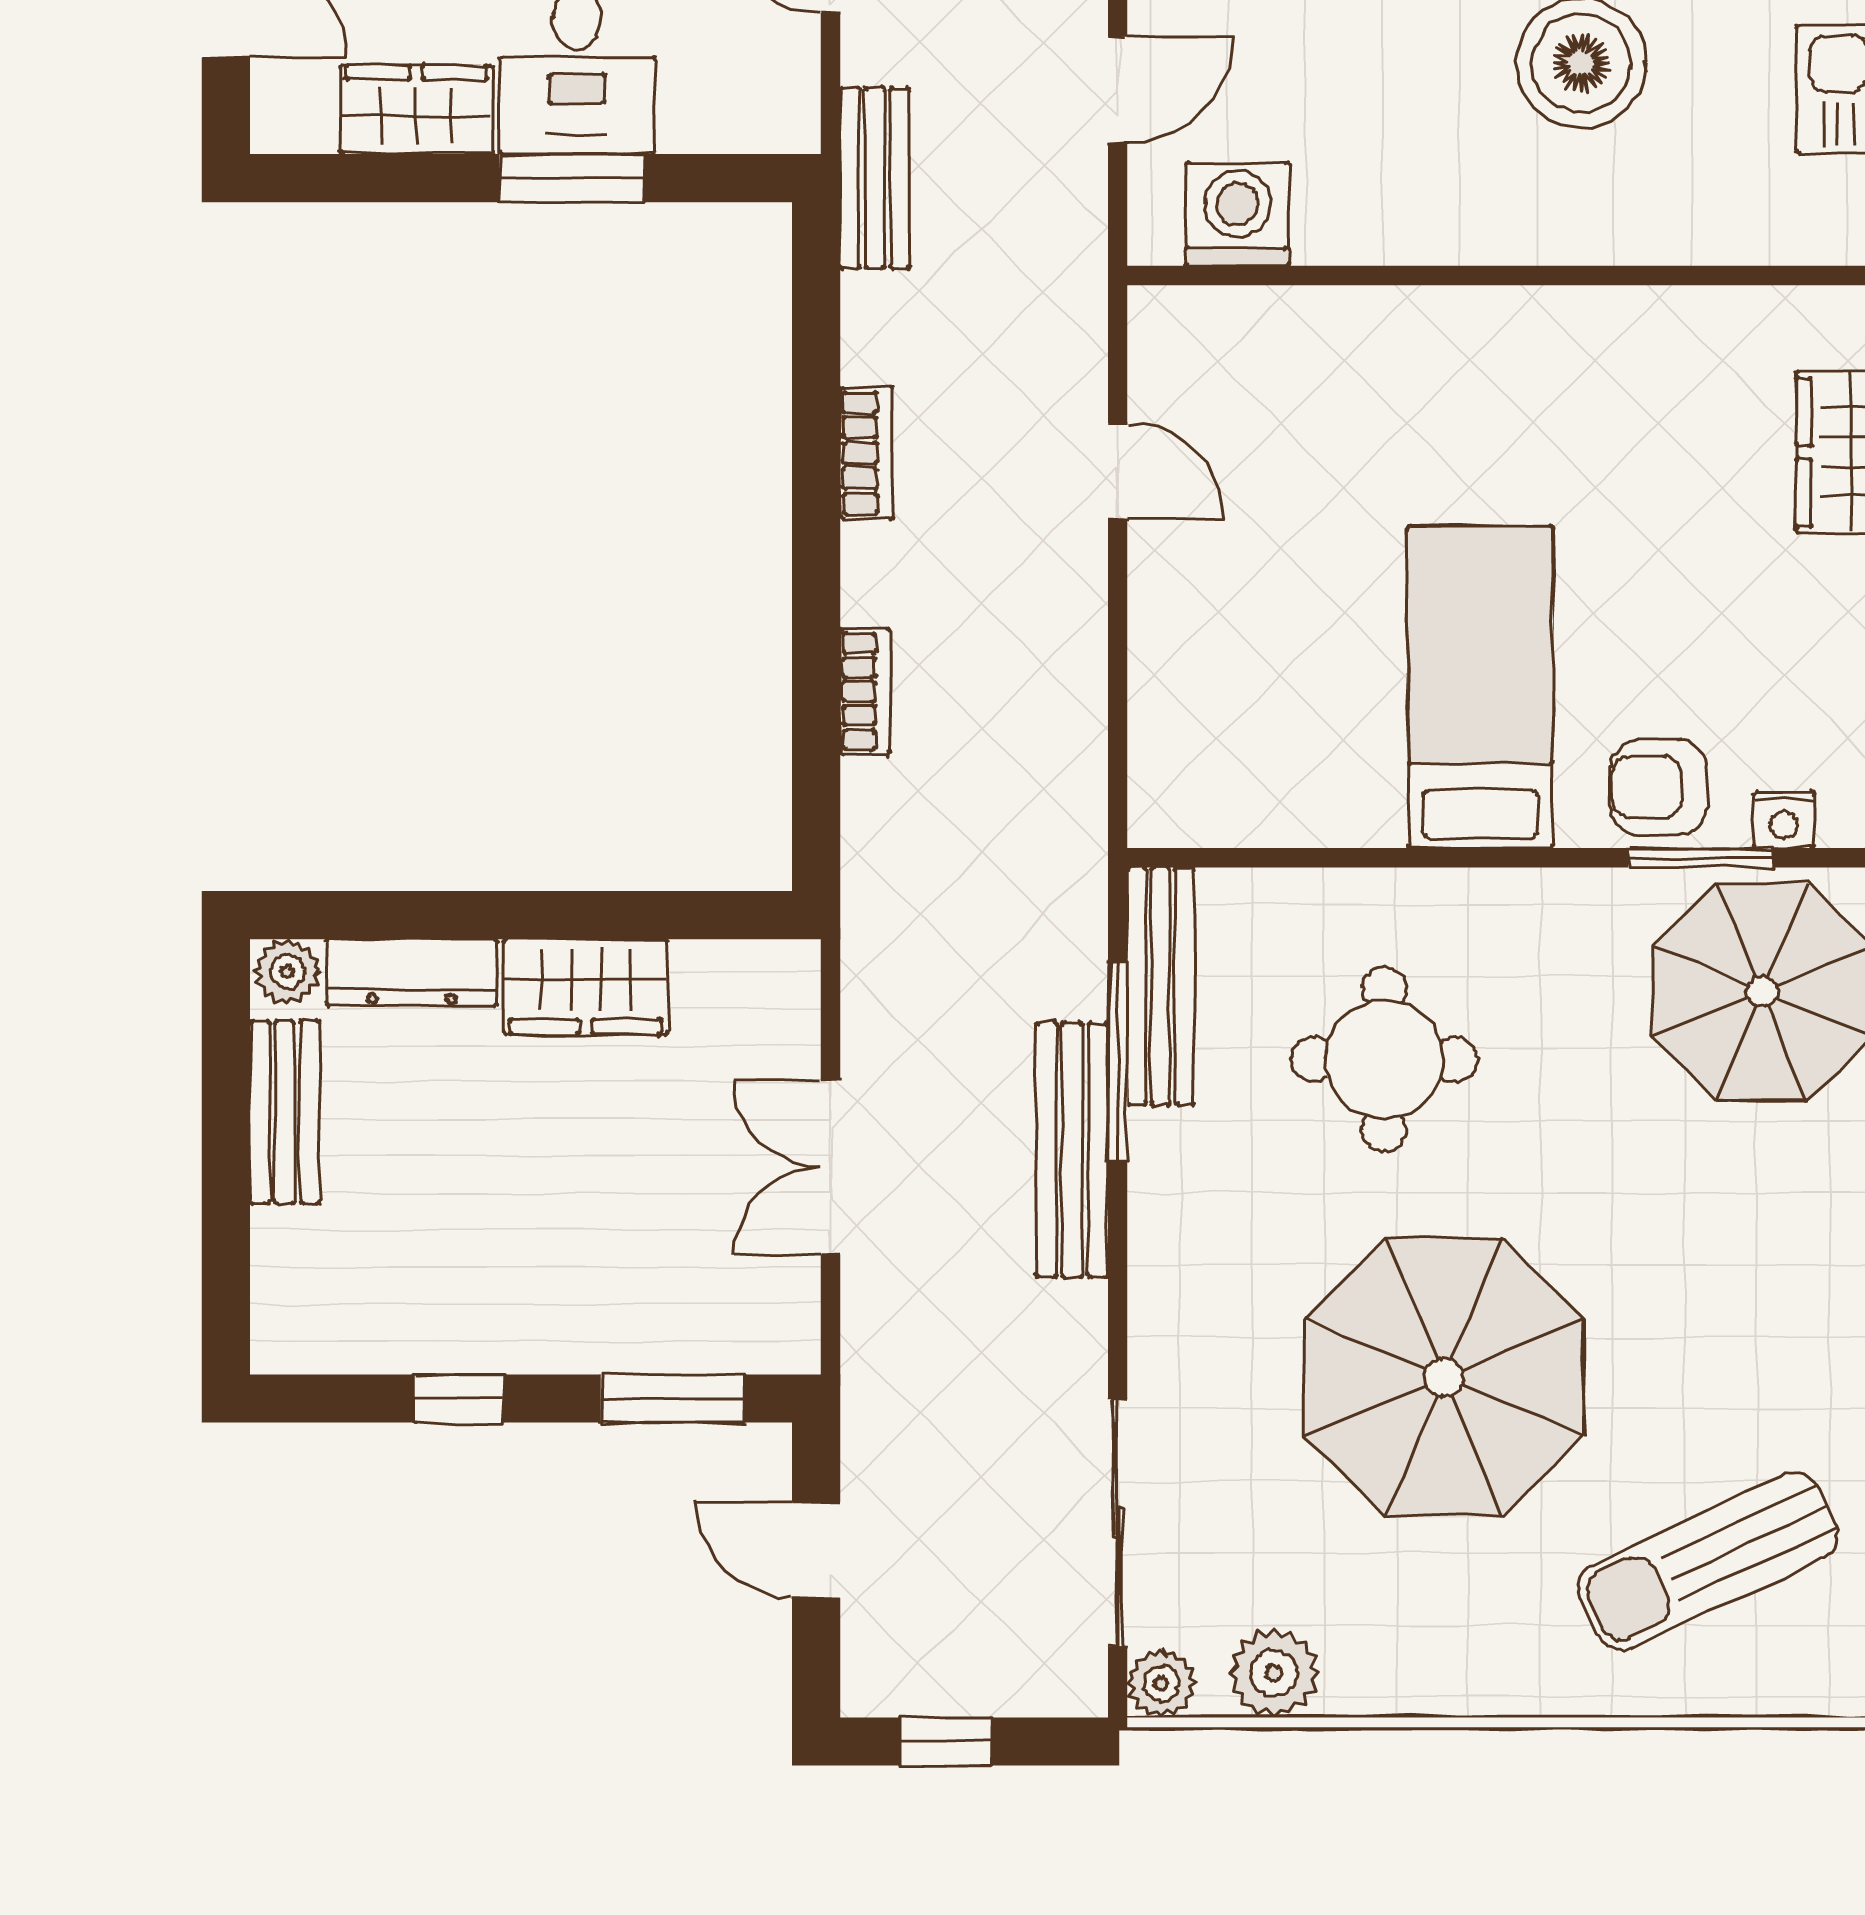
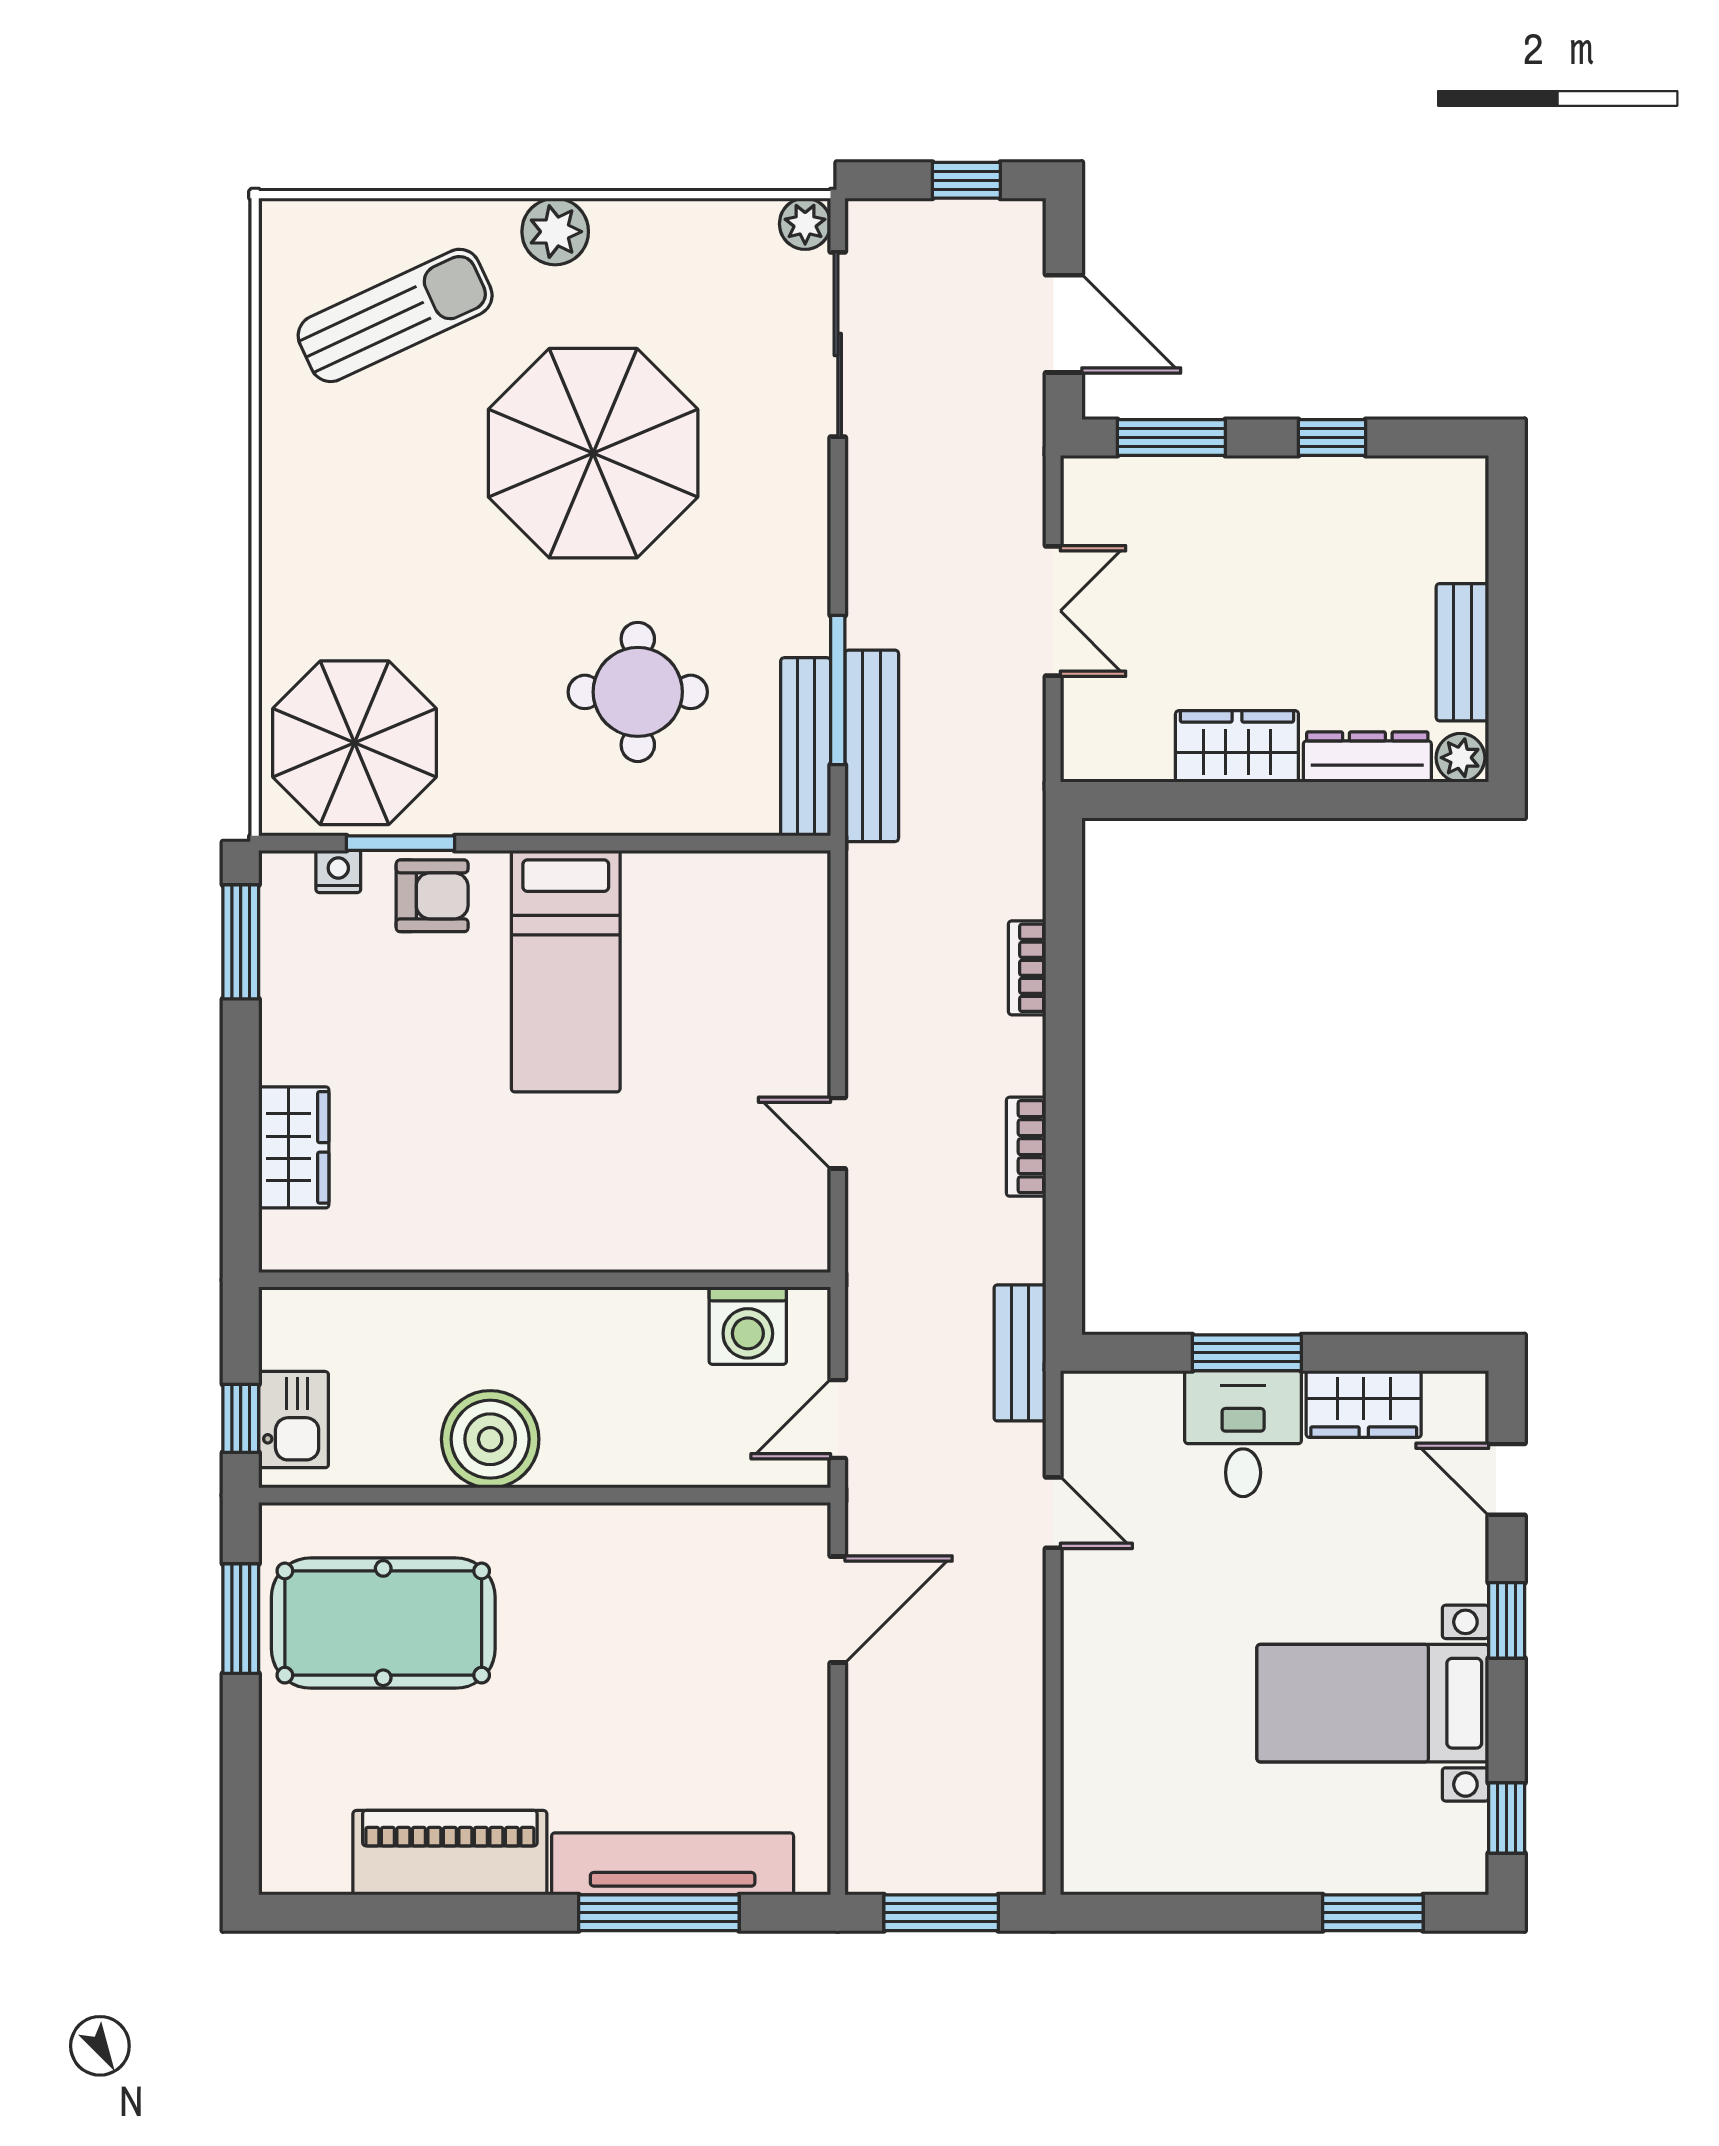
bench: (1072, 1150) -> (872, 746), moved
door: (816, 1550) -> (1064, 324), width x1.37
plant: (1274, 1673) -> (555, 232), moved

